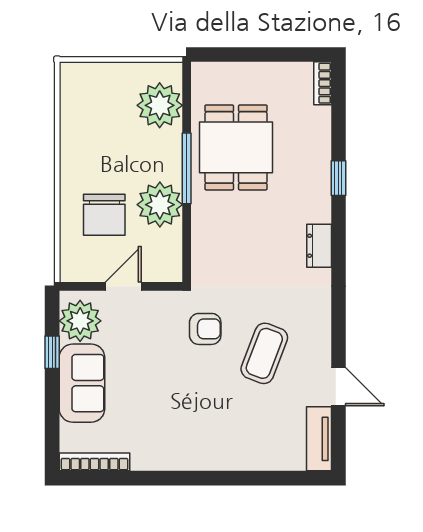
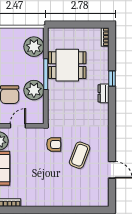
dining table: (236, 147) -> (67, 65), turned 90
dresser: (319, 246) -> (104, 93), moved
tv unit: (319, 439) -> (104, 193), removed

